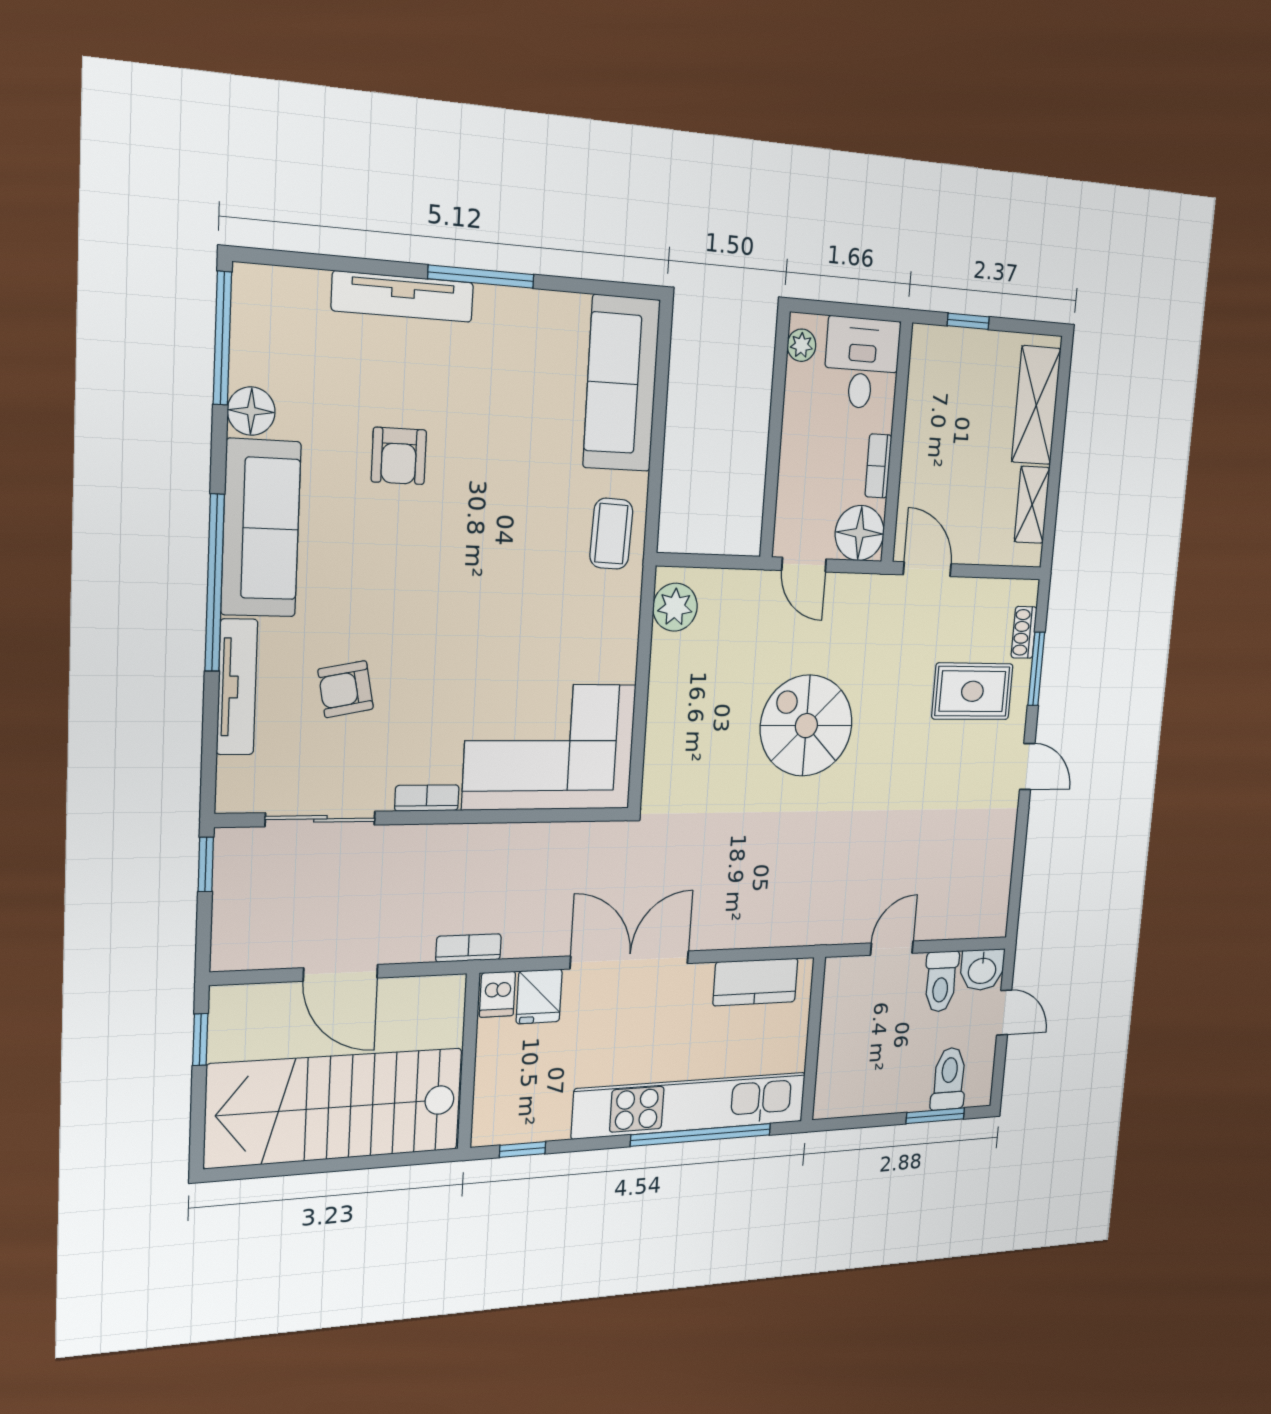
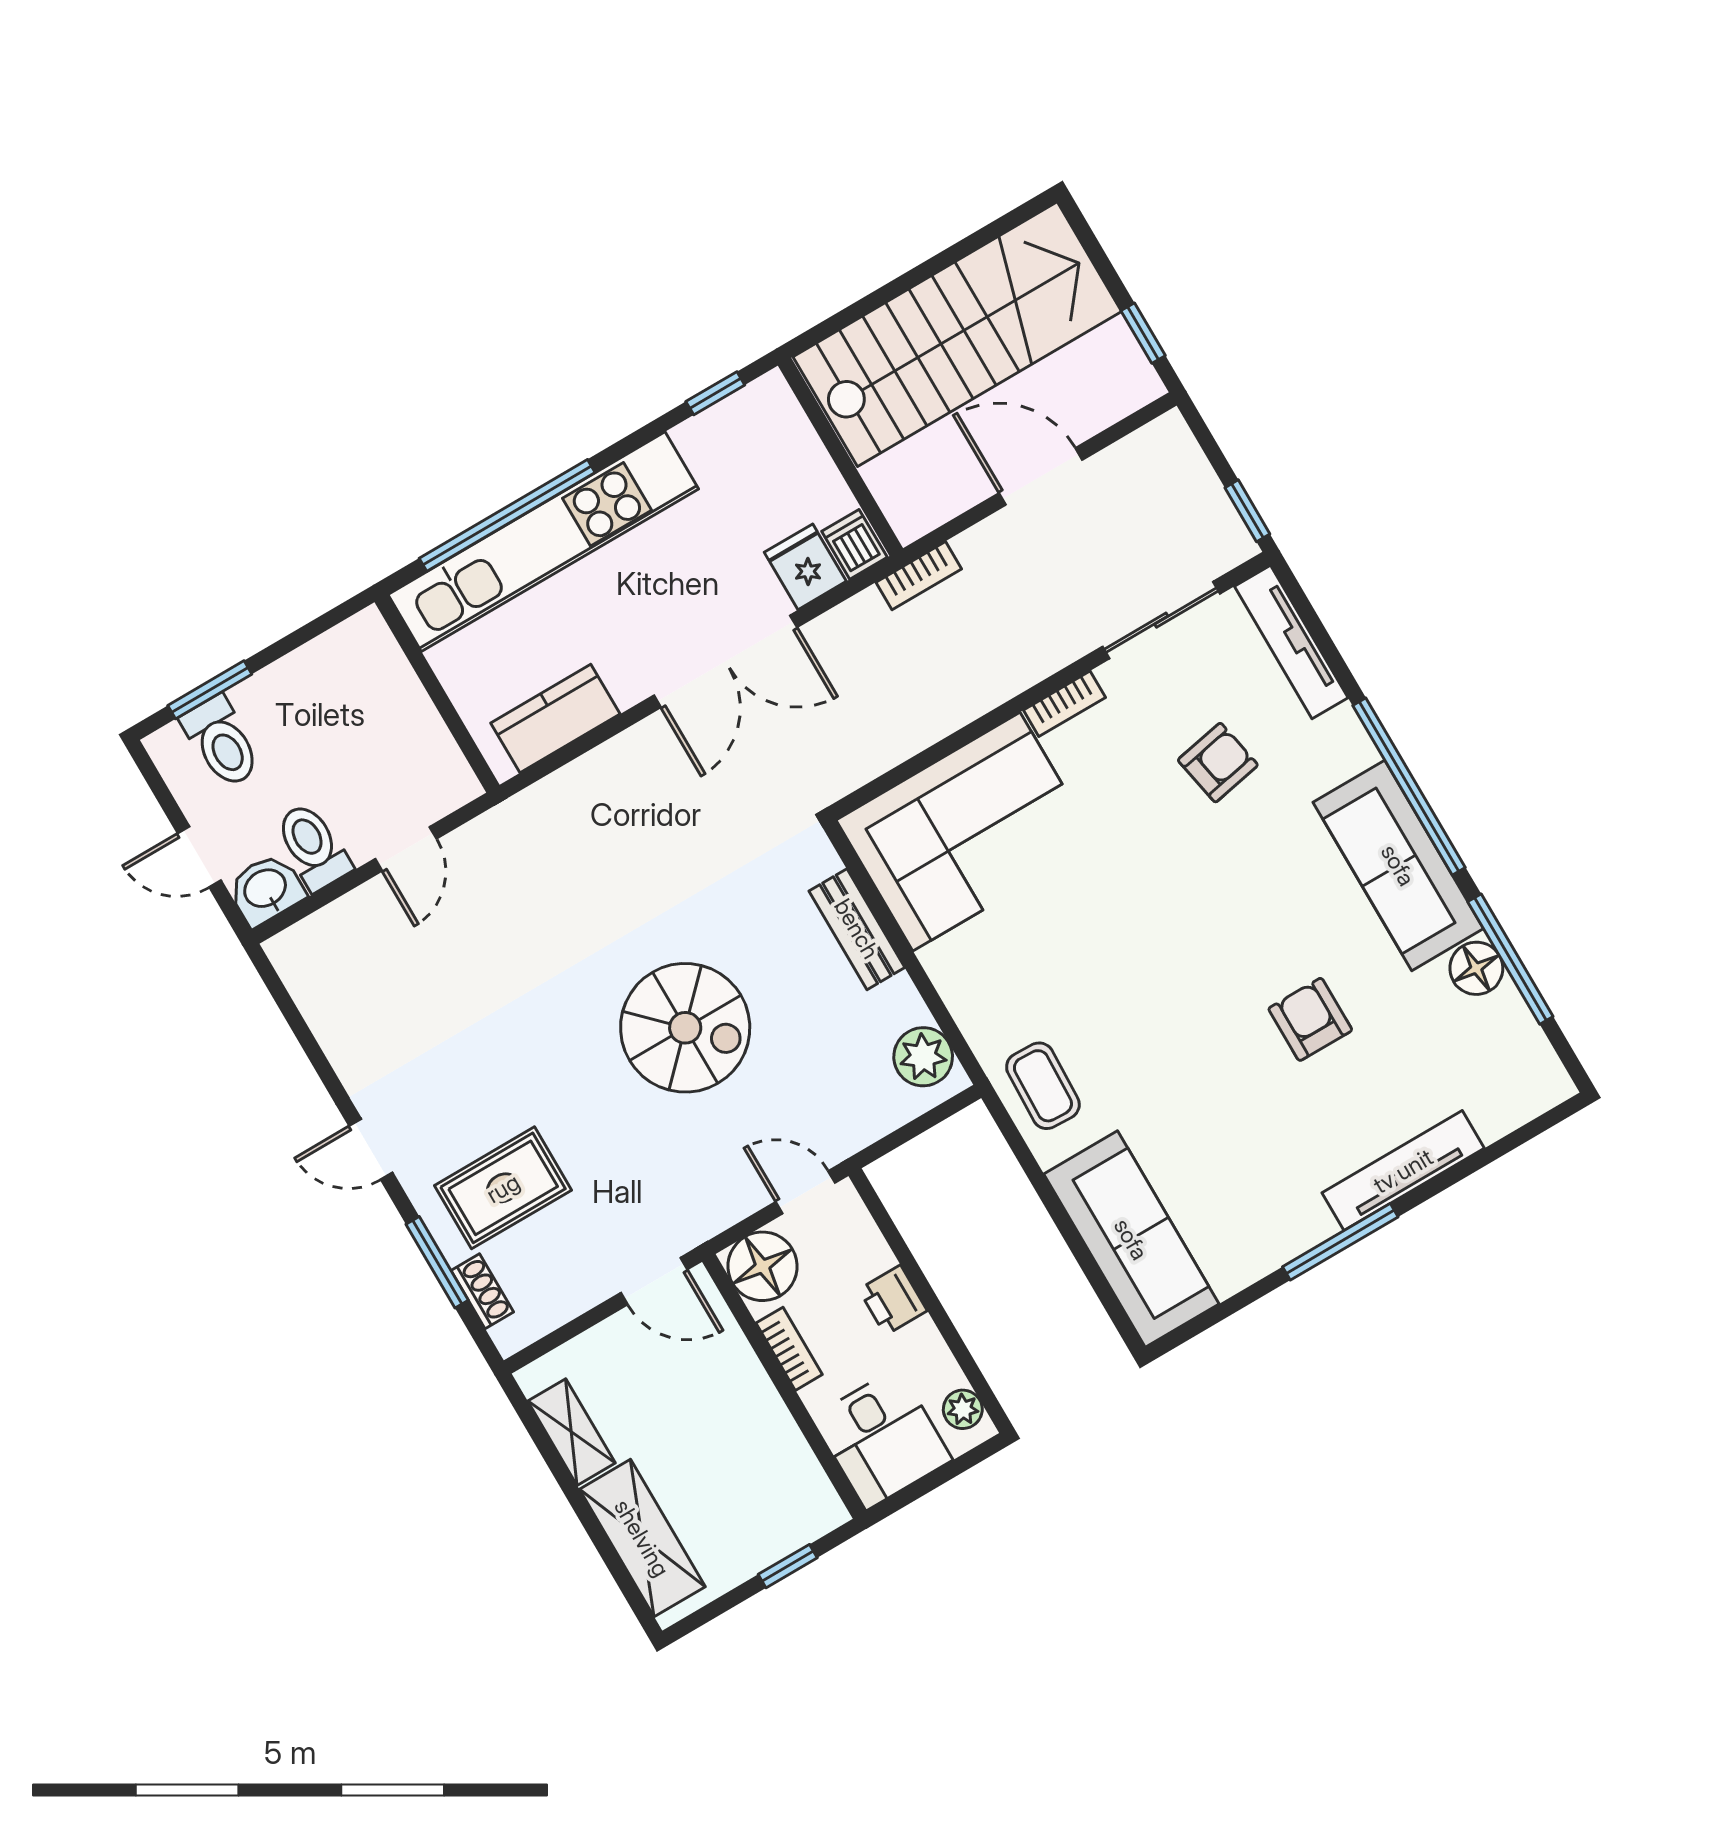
window: (222, 338) -> (1510, 959), moved
printer: (797, 452) -> (893, 1300), added
tv unit: (237, 687) -> (1291, 642), moved
bench: (662, 724) -> (857, 929), added

